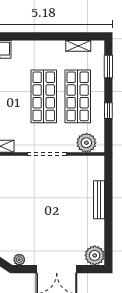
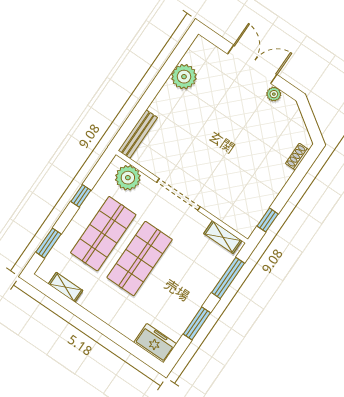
bench: (99, 200) -> (138, 134), moved
plant: (95, 255) -> (184, 77), moved
plant: (19, 260) -> (274, 94), moved

